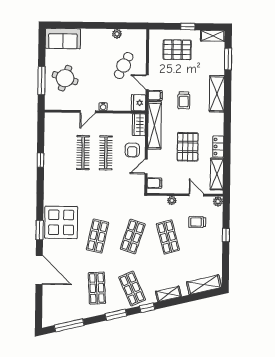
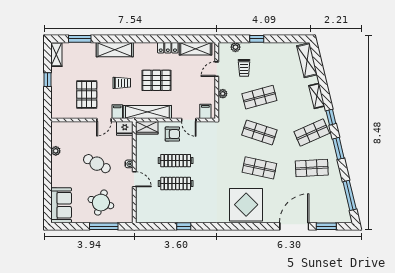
pallet: (177, 50) -> (87, 94), moved
cafe table: (124, 66) -> (97, 164), moved
pallet: (188, 147) -> (156, 80), moved
plant: (218, 201) -> (236, 47), moved
window: (40, 230) -> (326, 226), moved

